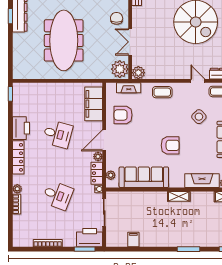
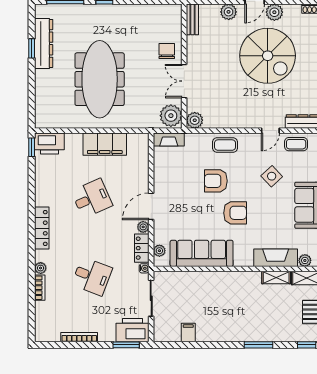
door: (198, 81) -> (270, 131), swing flipped
fireplace: (129, 88) -> (169, 140), moved
filing cabinet: (94, 104) -> (105, 144), moved, turned -90
armchair: (123, 115) -> (216, 181), moved
printer: (21, 128) -> (49, 144), moved, turned 90
desk: (58, 134) -> (92, 198), turned -39
shelving: (179, 196) -> (276, 278), moved

